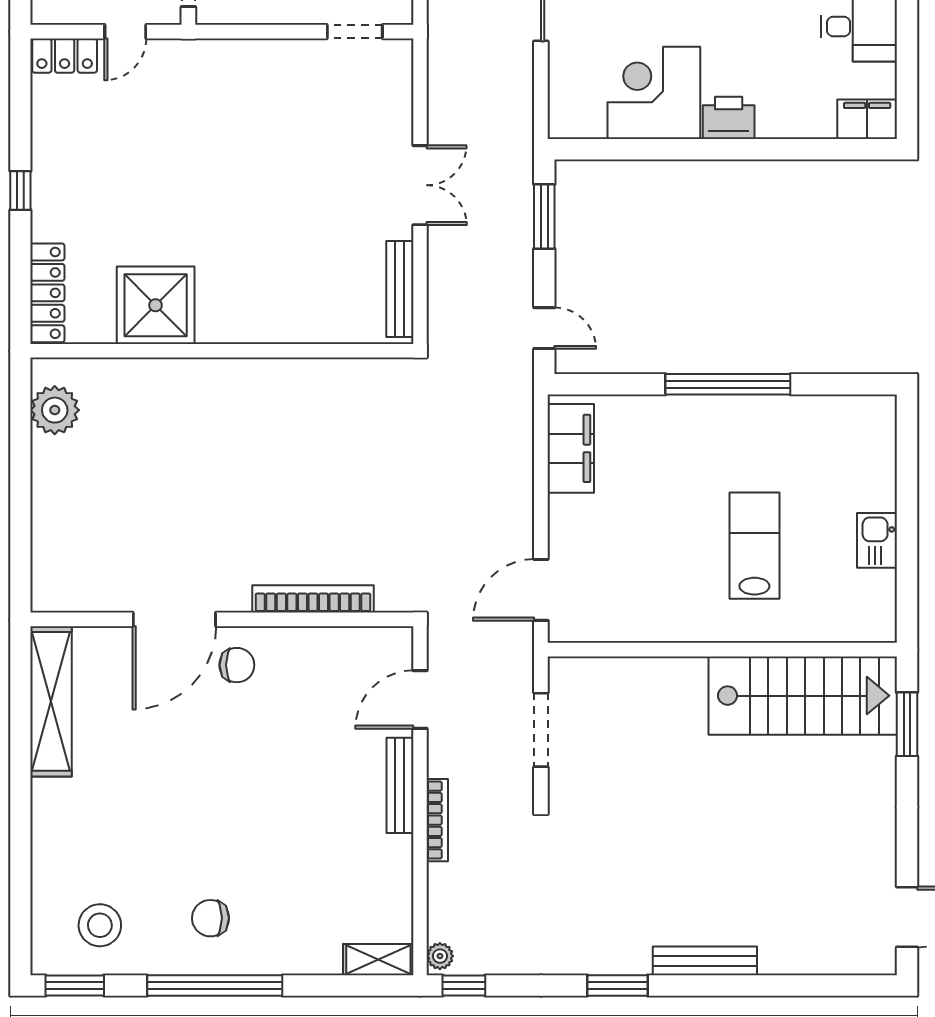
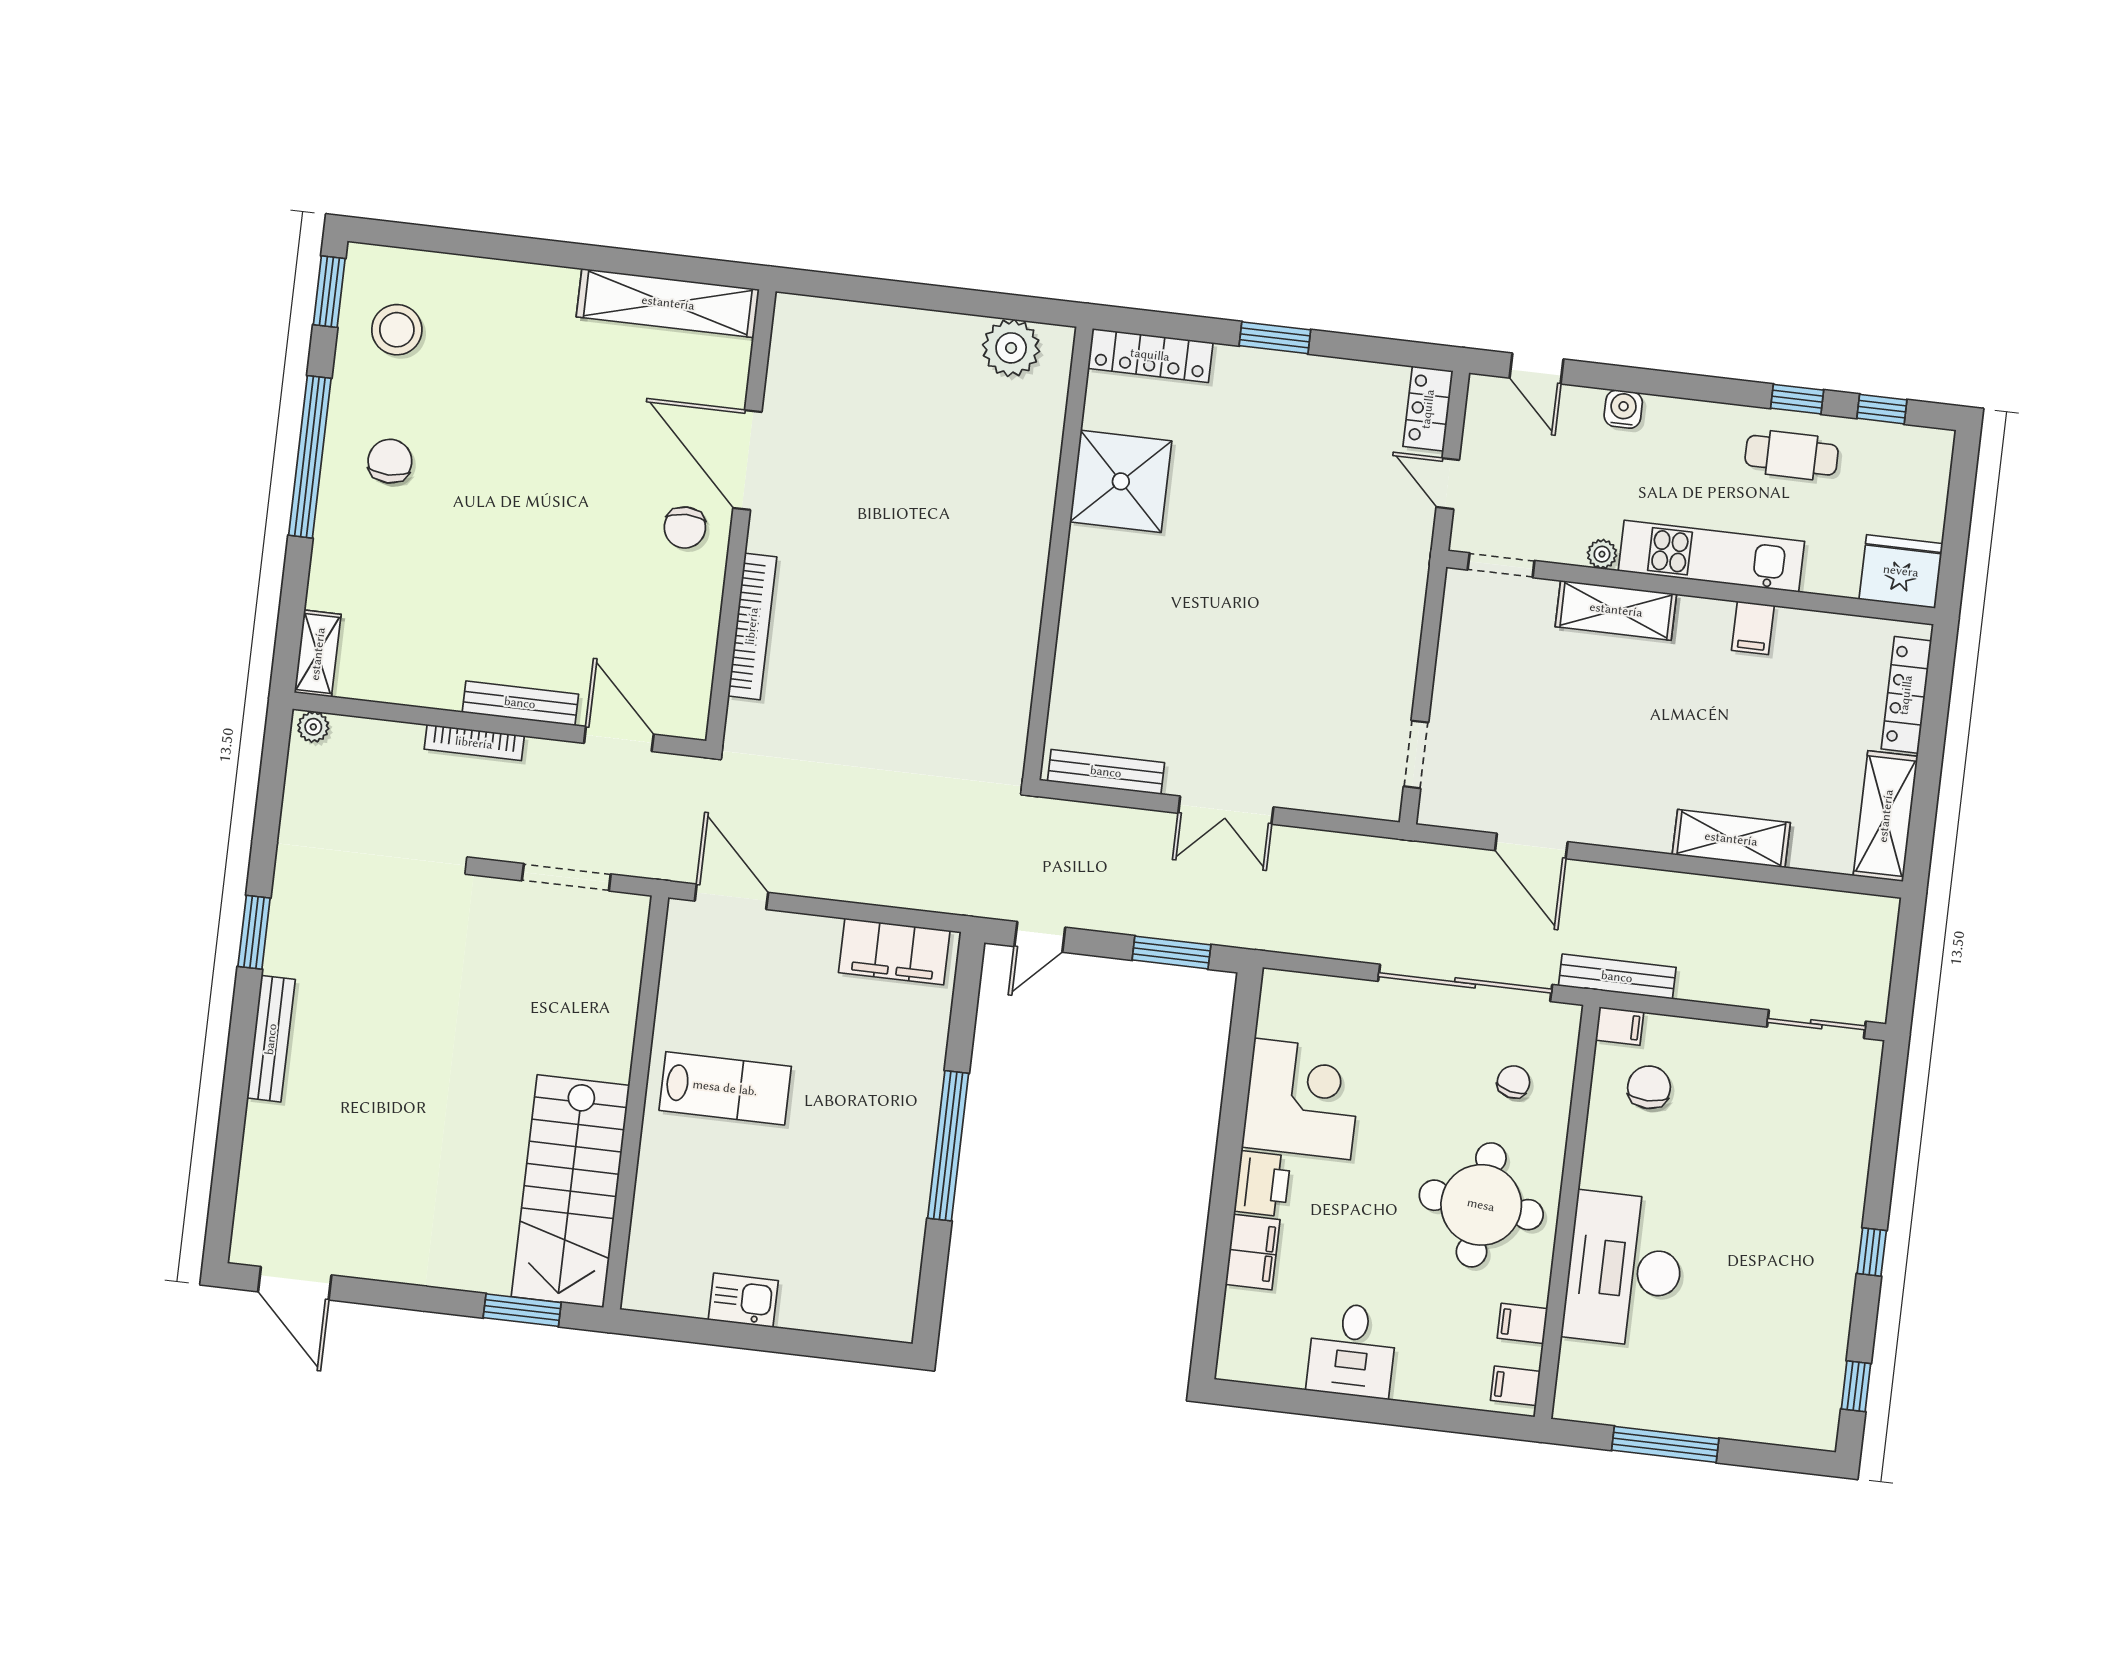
filing cabinet: (867, 119) -> (1253, 1252), moved
window: (20, 190) -> (1275, 338), width x1.50
lab bench: (754, 546) -> (725, 1088), moved
window: (464, 985) -> (275, 751), removed

